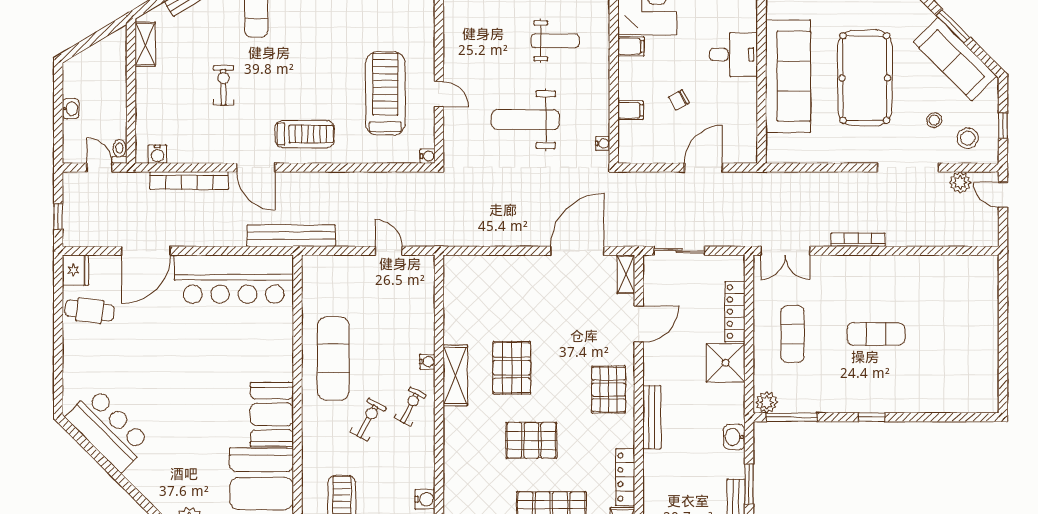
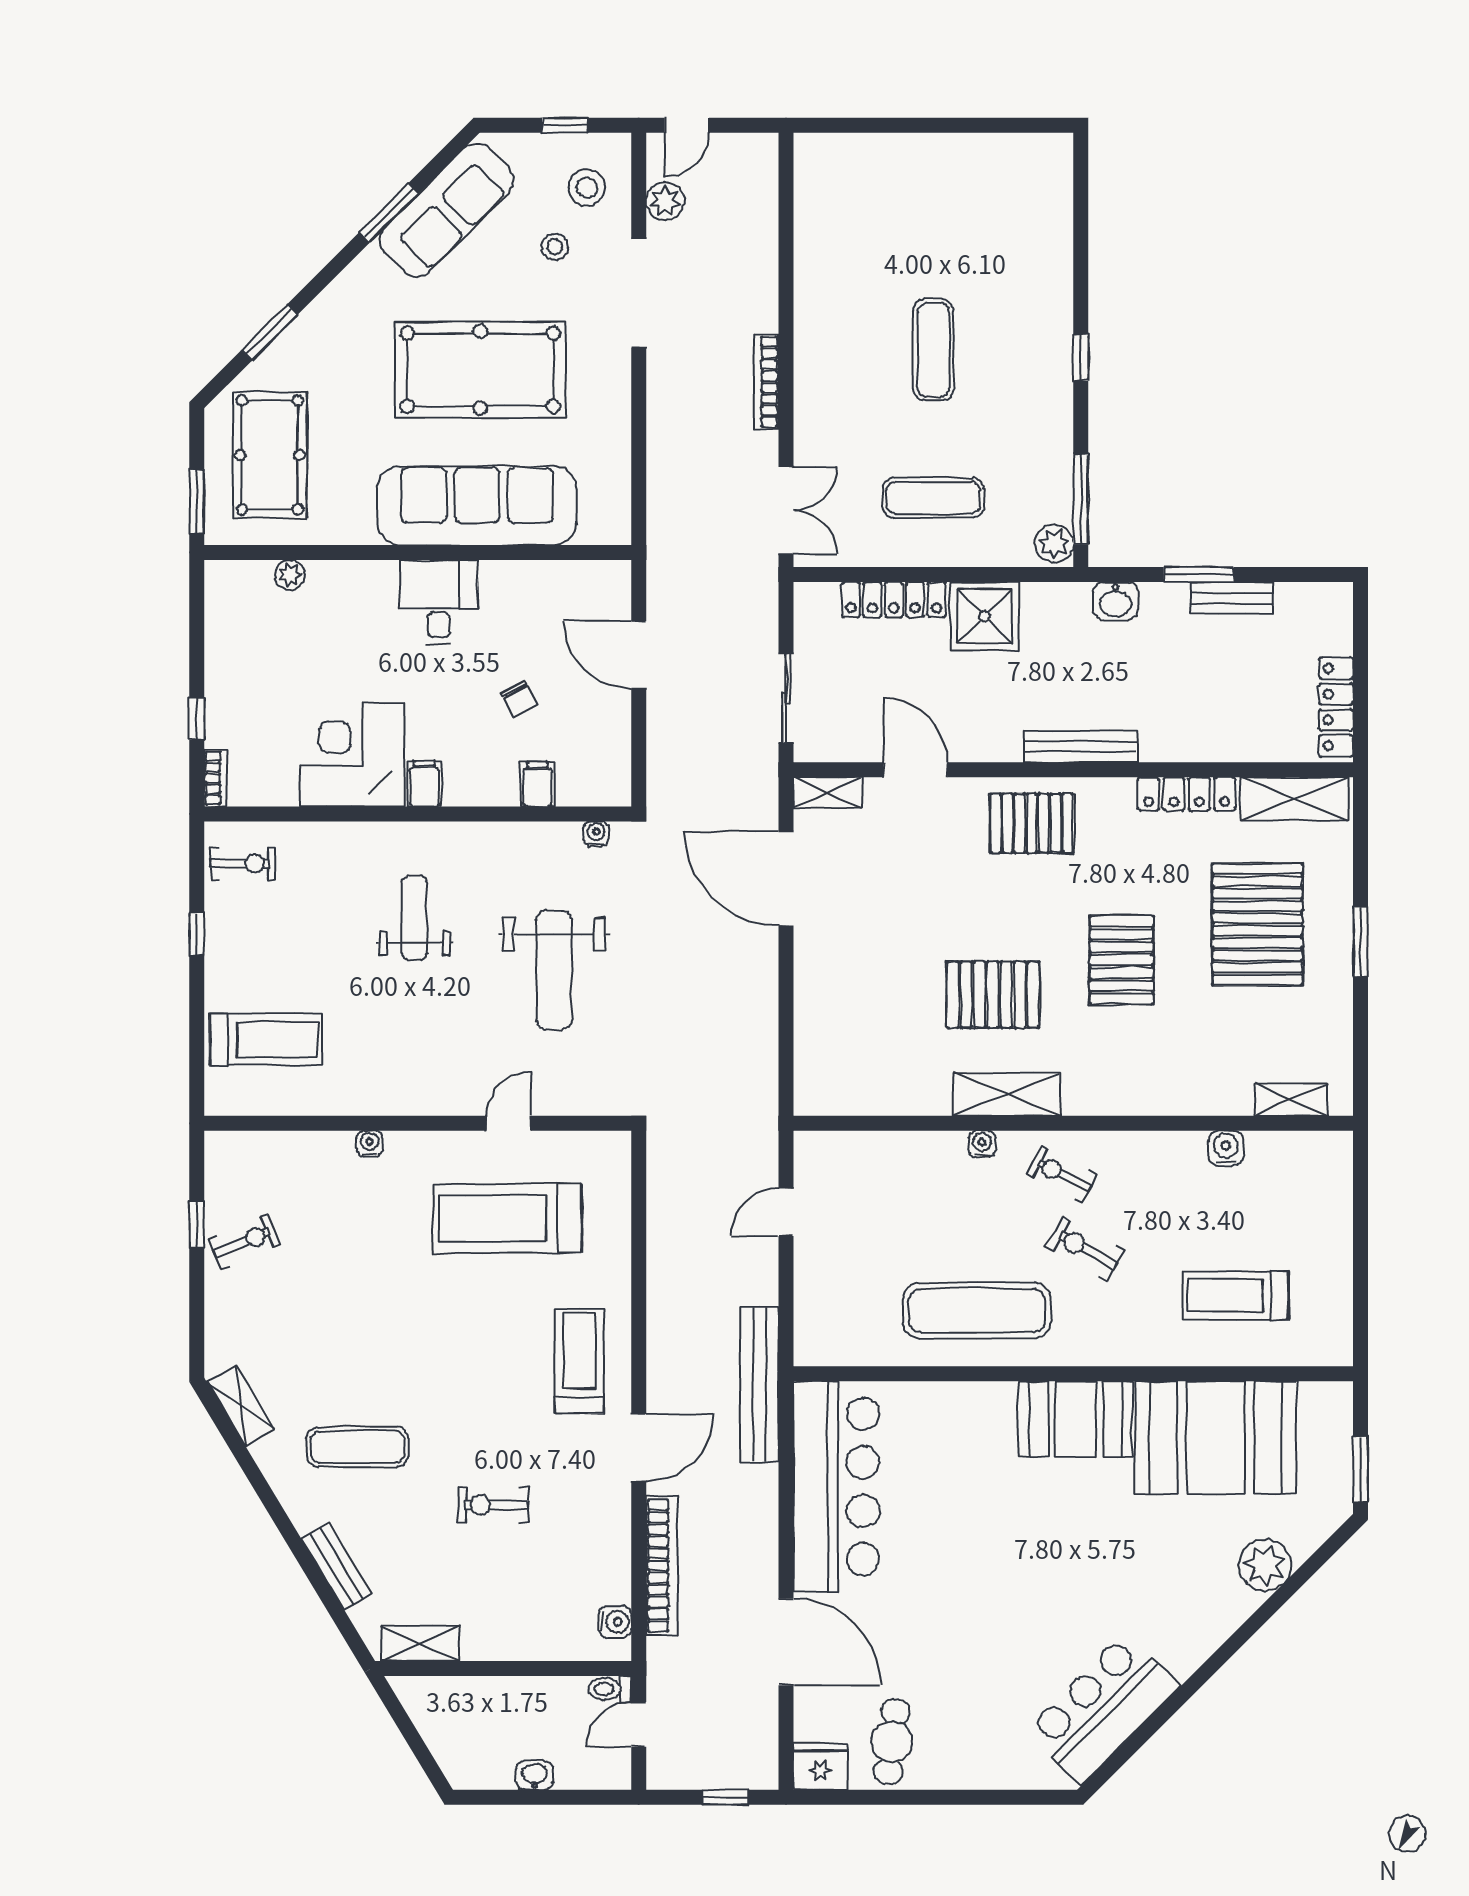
water cooler: (428, 156) -> (370, 1144), moved

